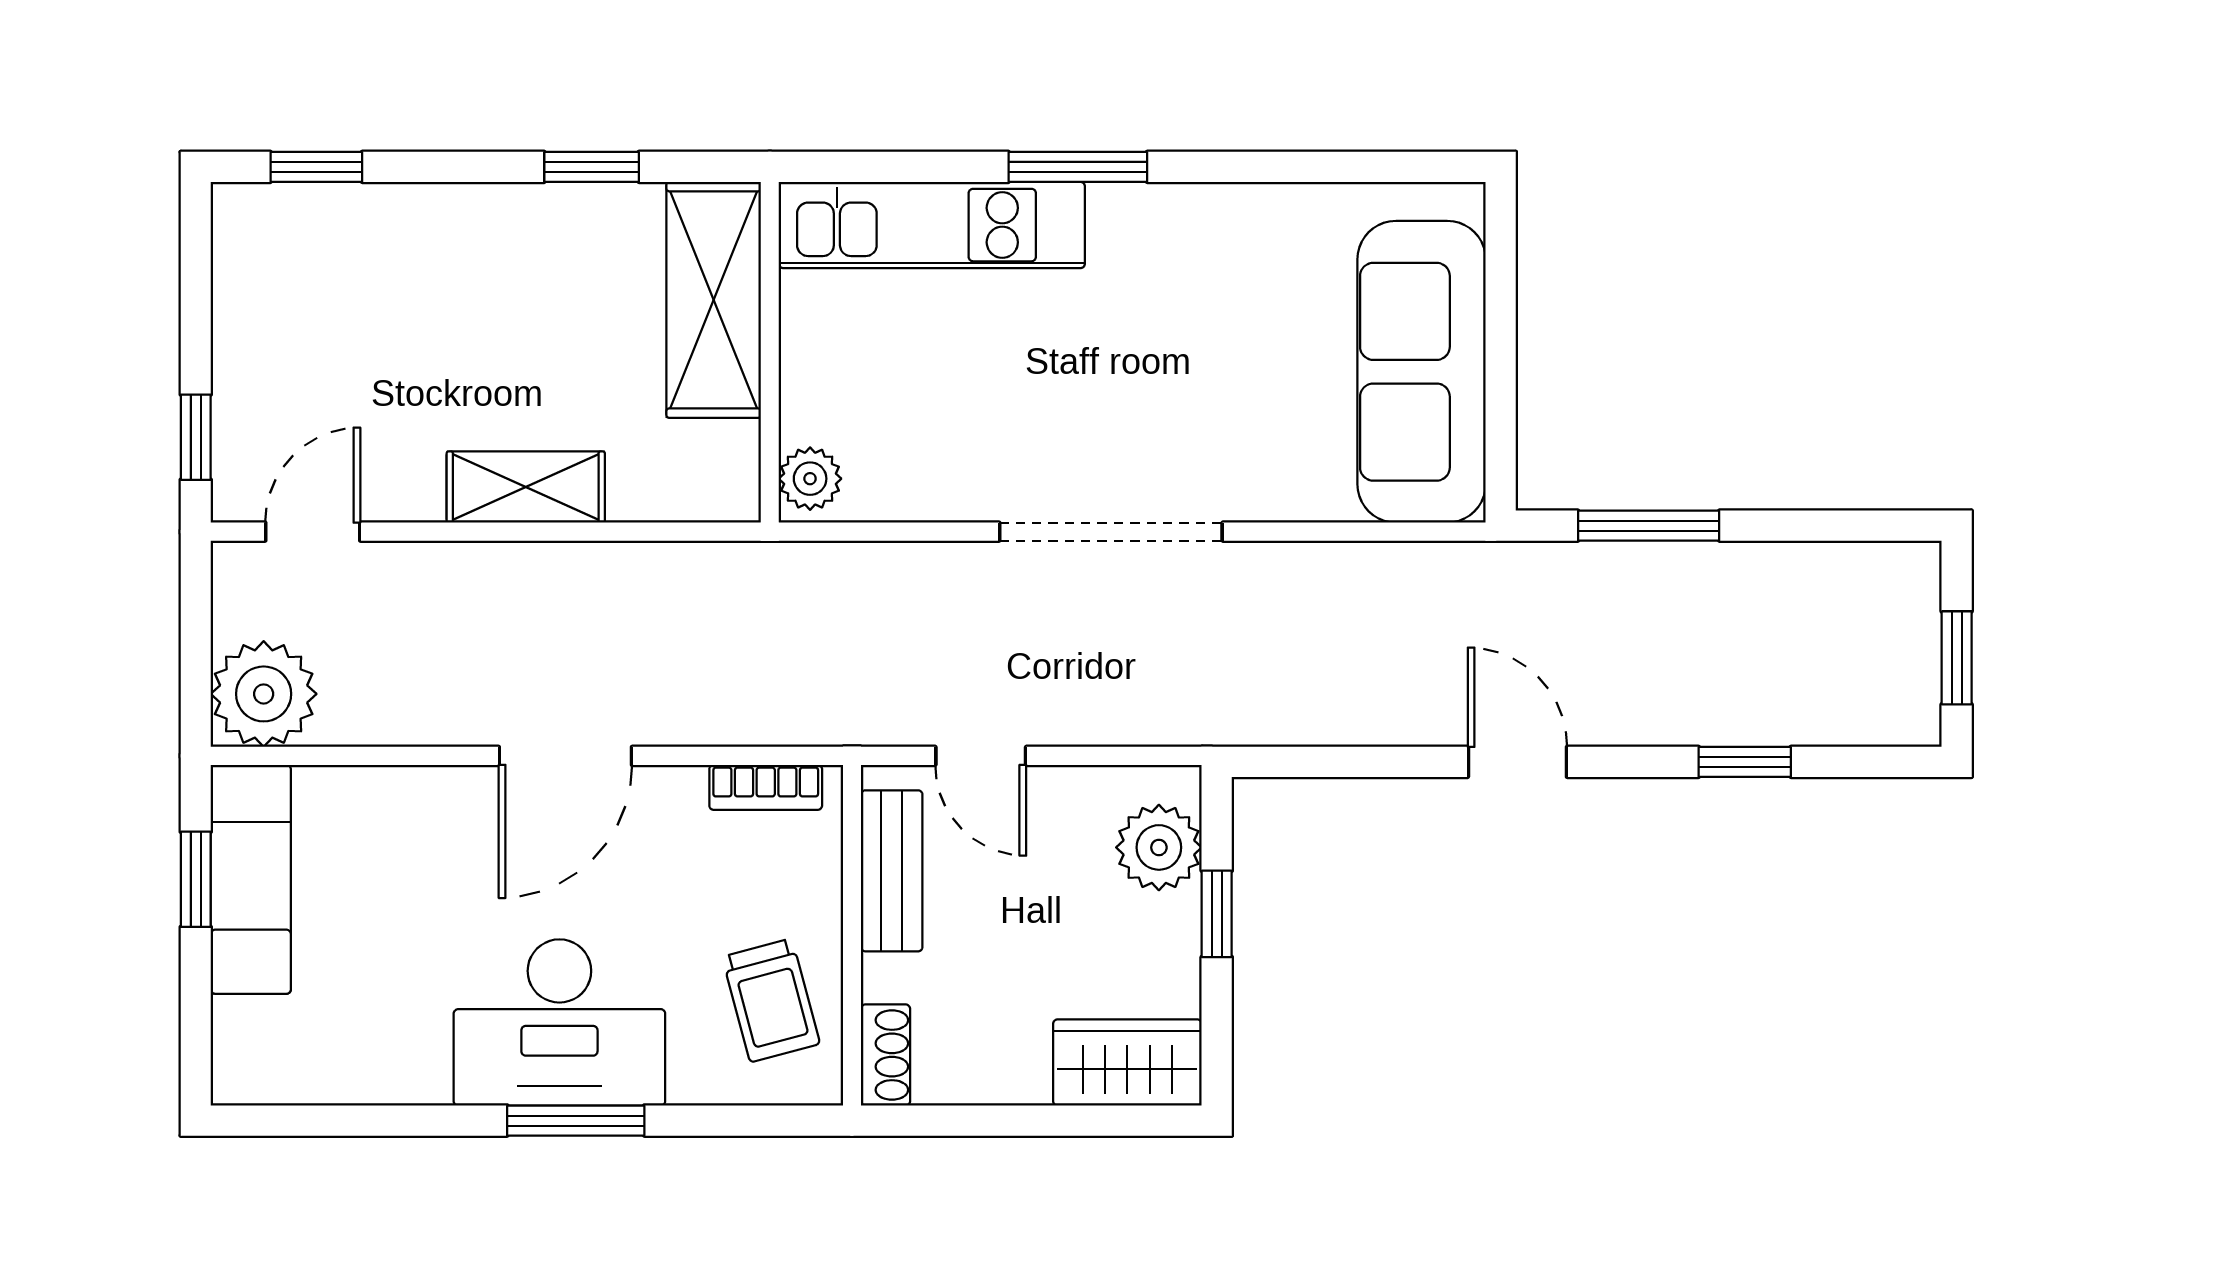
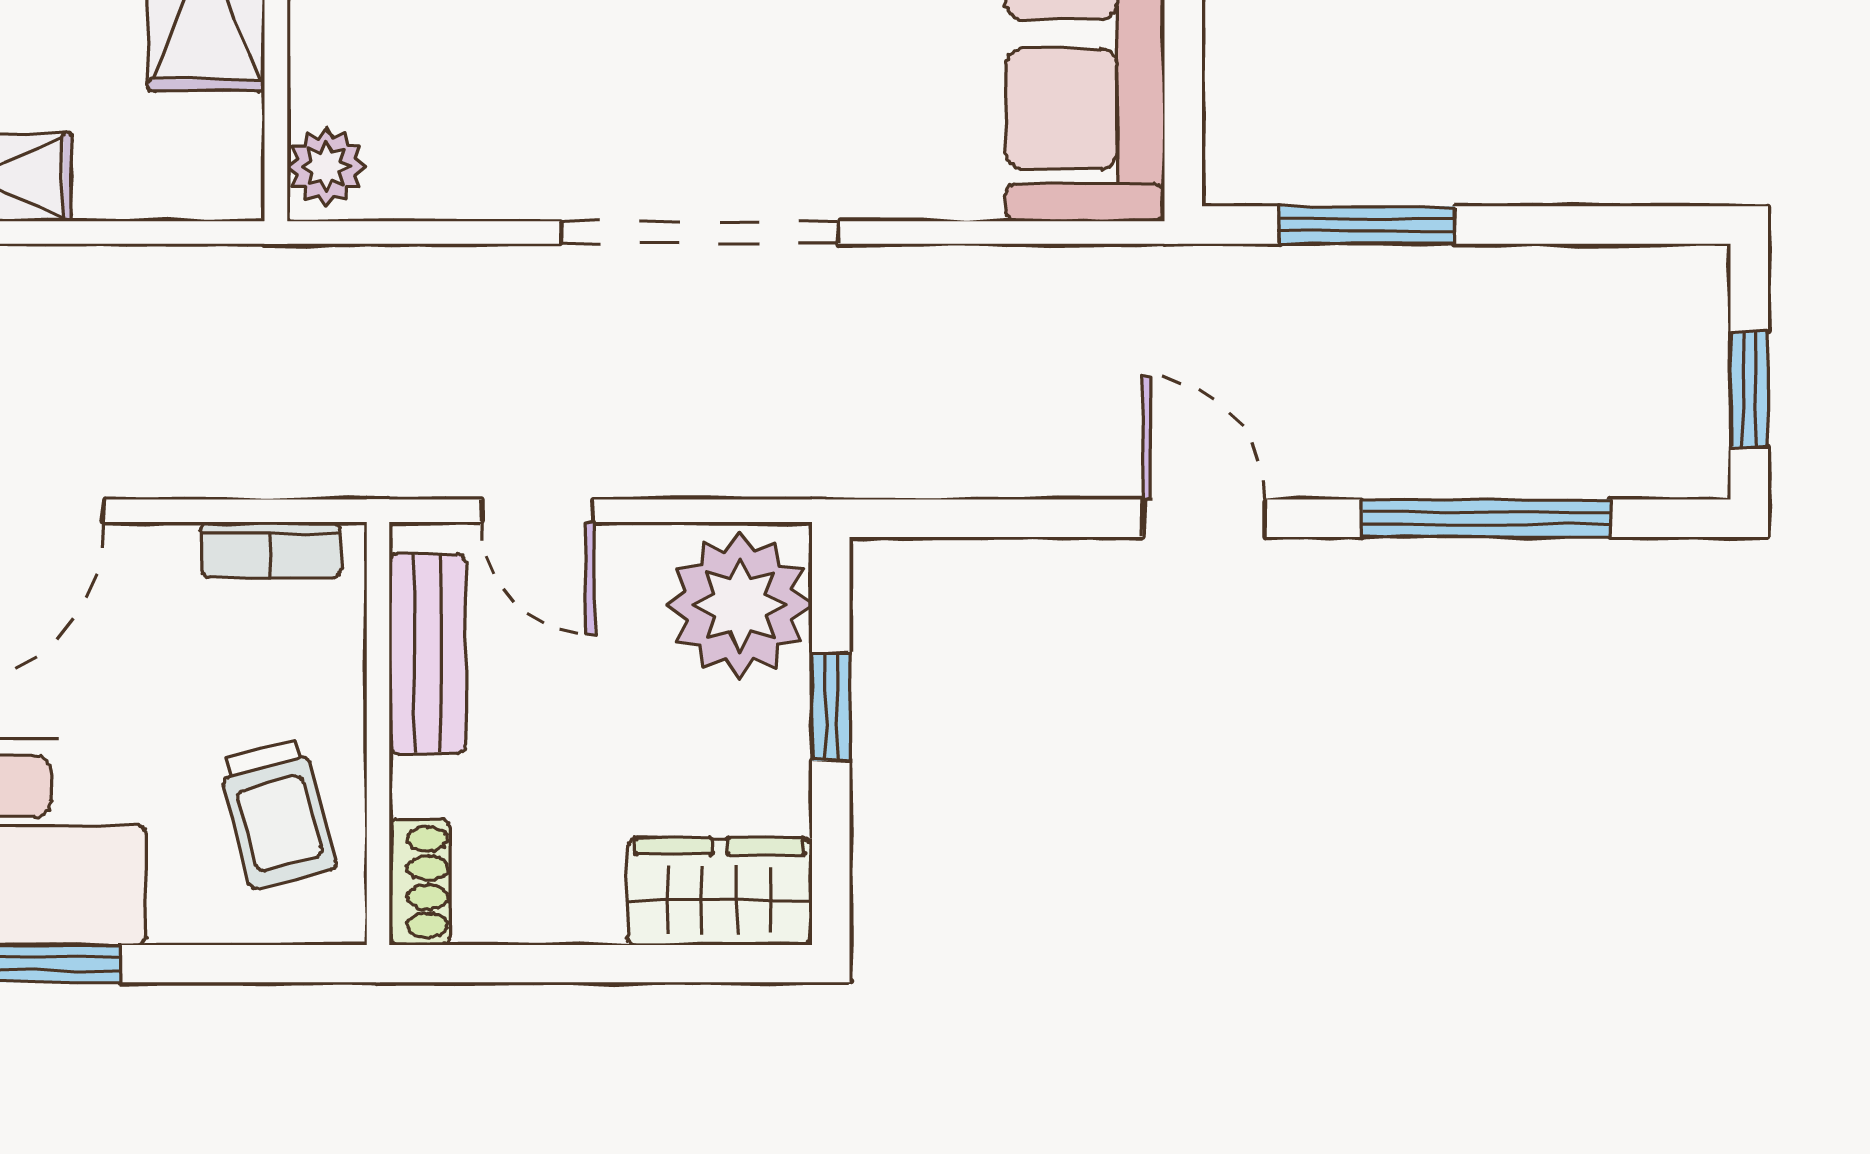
window: (1745, 762) -> (1486, 518), width x2.17
plant: (1159, 847) -> (740, 605), width x1.36, depth x1.36

